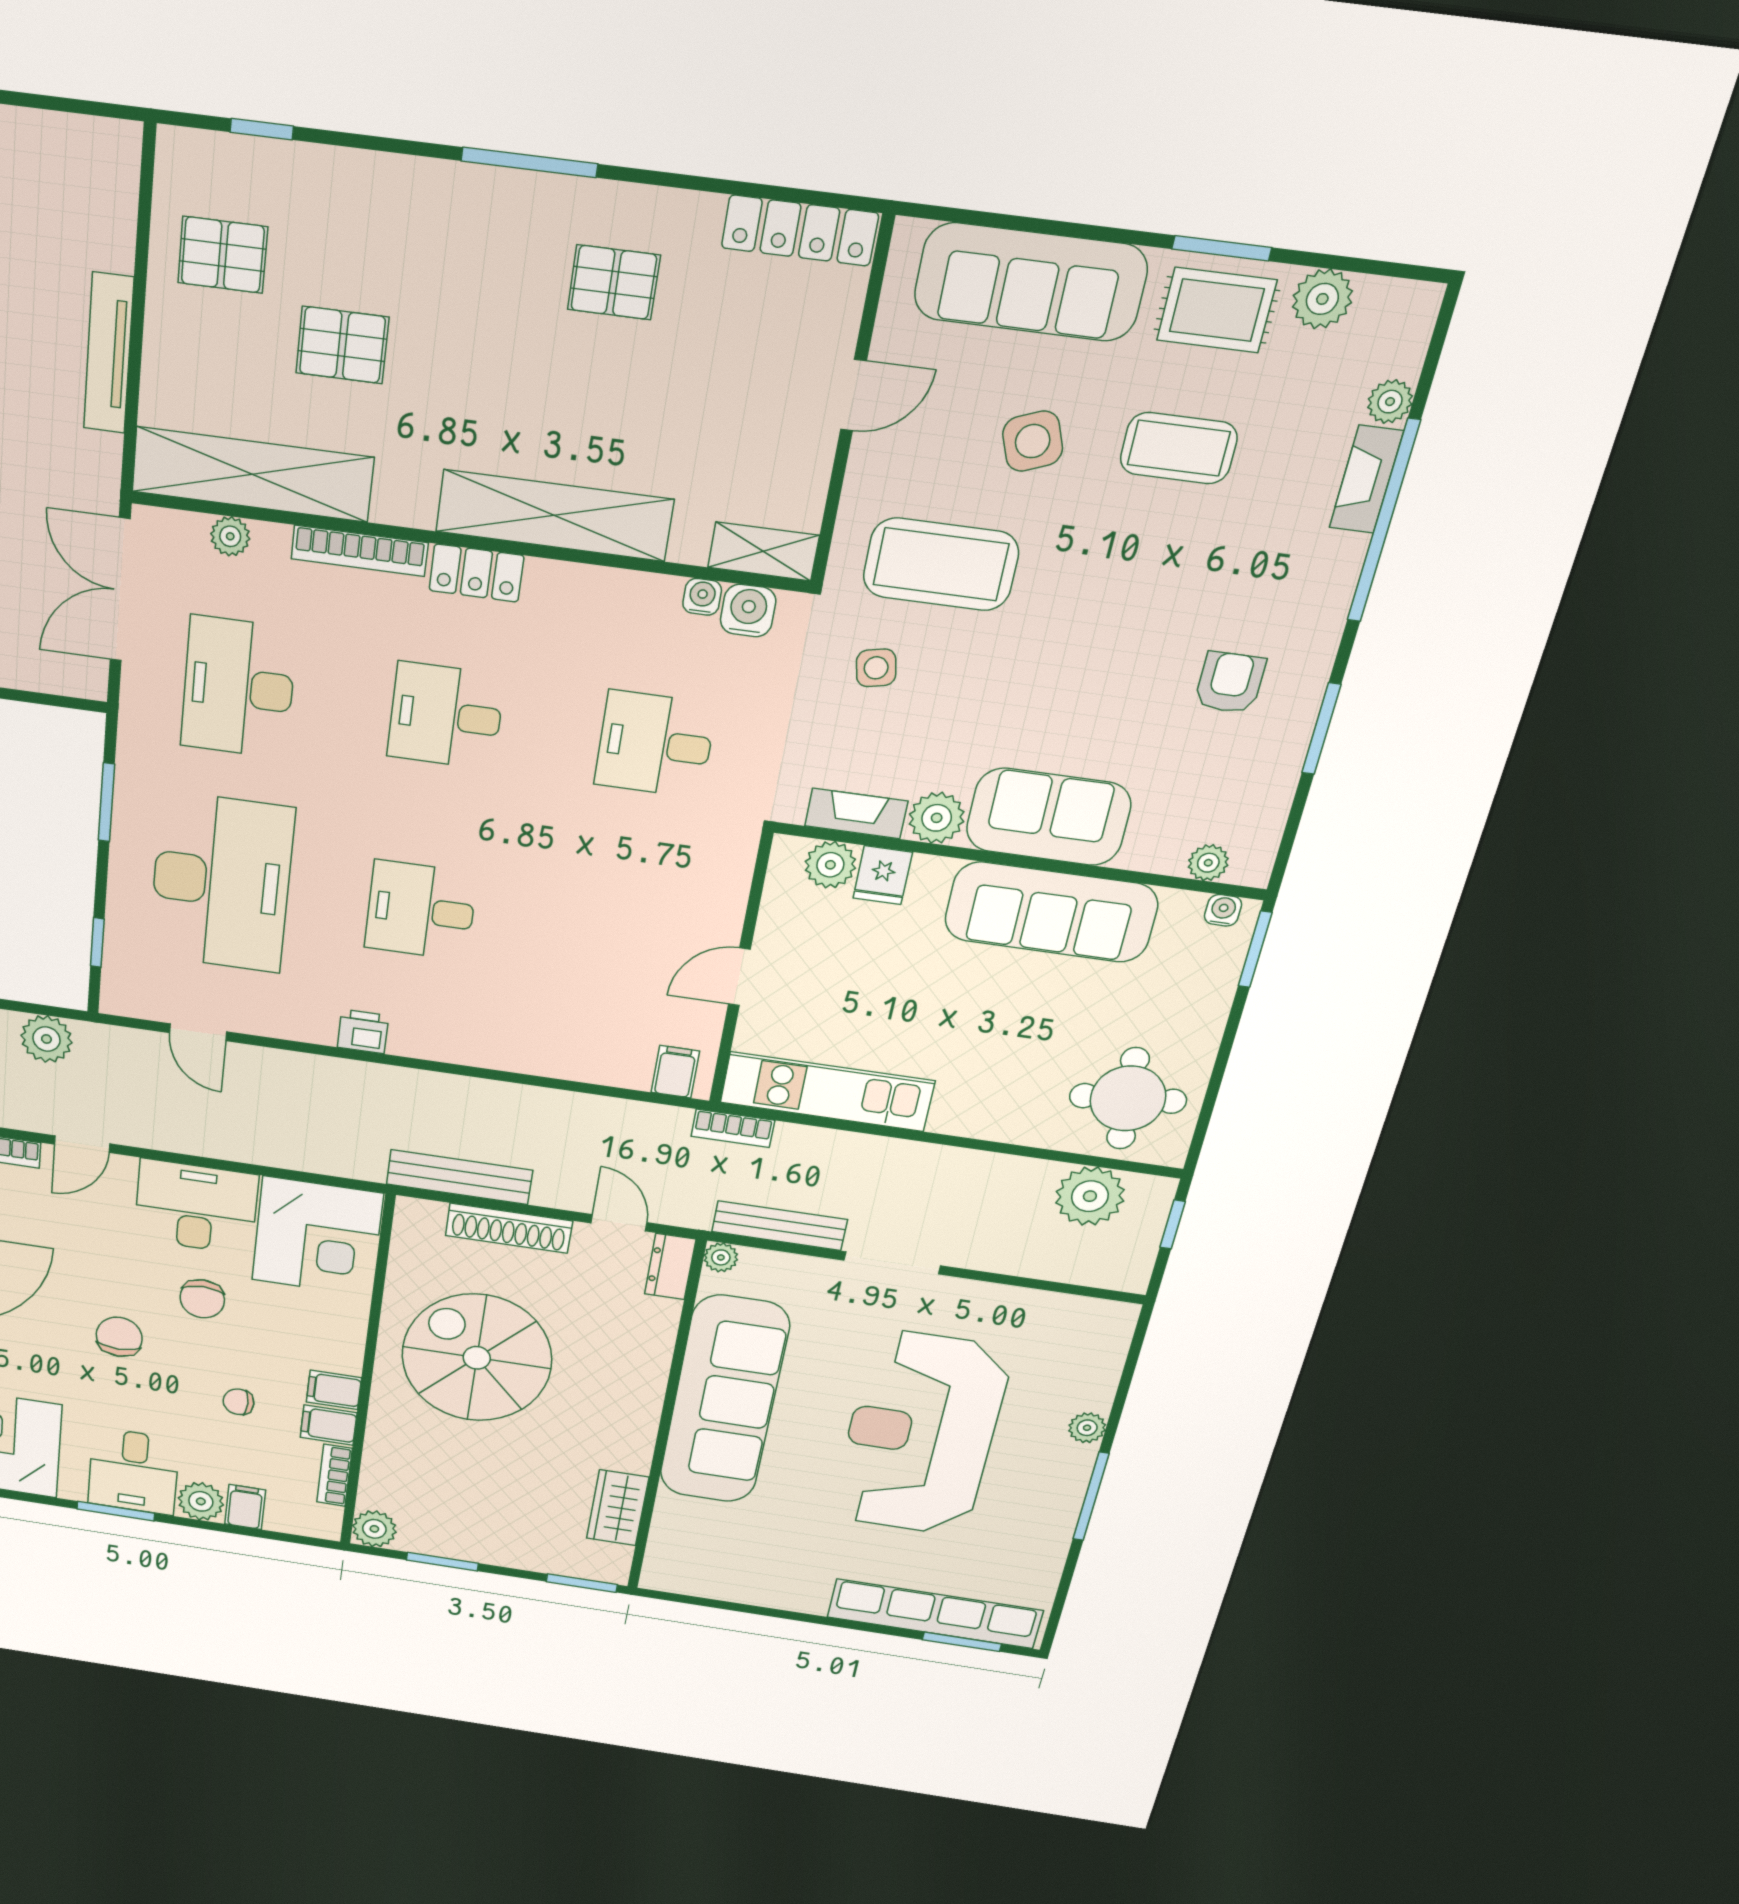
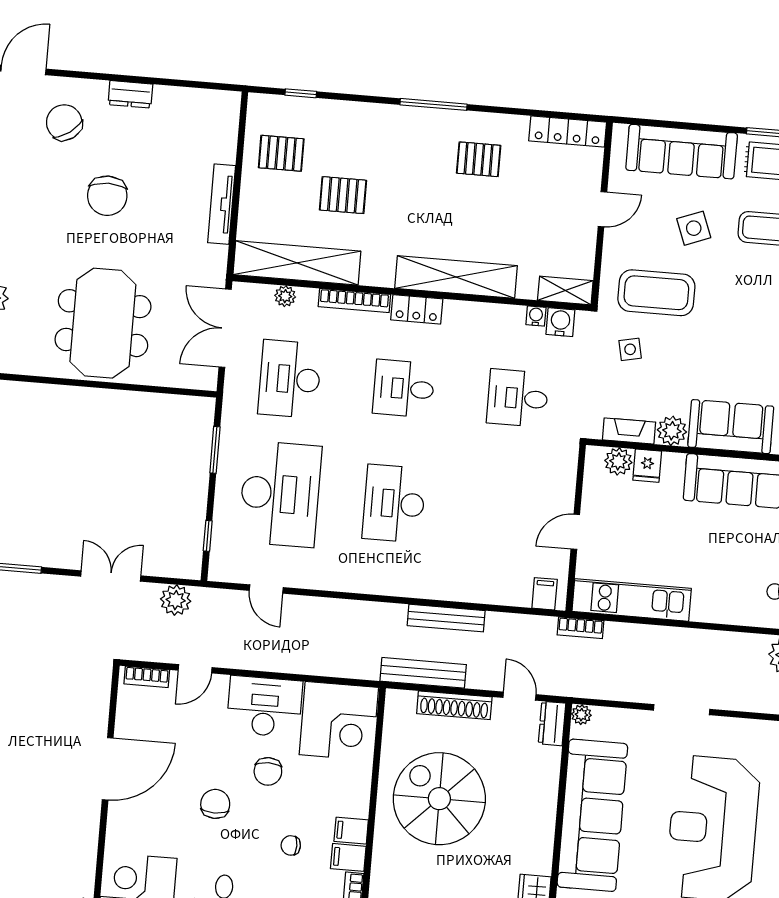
desk: (421, 910) -> (394, 503), width x1.37
printer: (363, 1032) -> (363, 581), removed
bench: (779, 1226) -> (446, 618), moved

